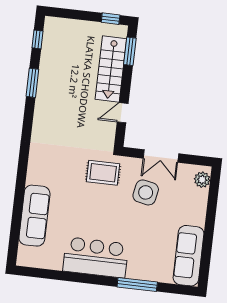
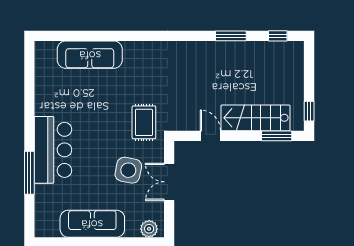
sofa: (188, 256) -> (92, 224), moved
bar counter: (96, 257) -> (53, 150), moved

